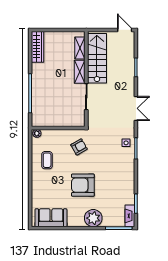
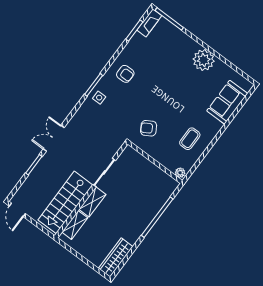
double door: (136, 108) -> (54, 138), moved
armchair: (83, 185) -> (125, 74), moved, width x0.53, depth x0.53
sofa: (51, 218) -> (227, 102), moved, turned 90
plant: (93, 218) -> (204, 60), moved

